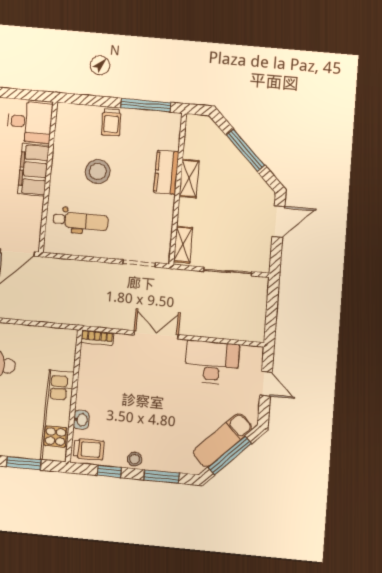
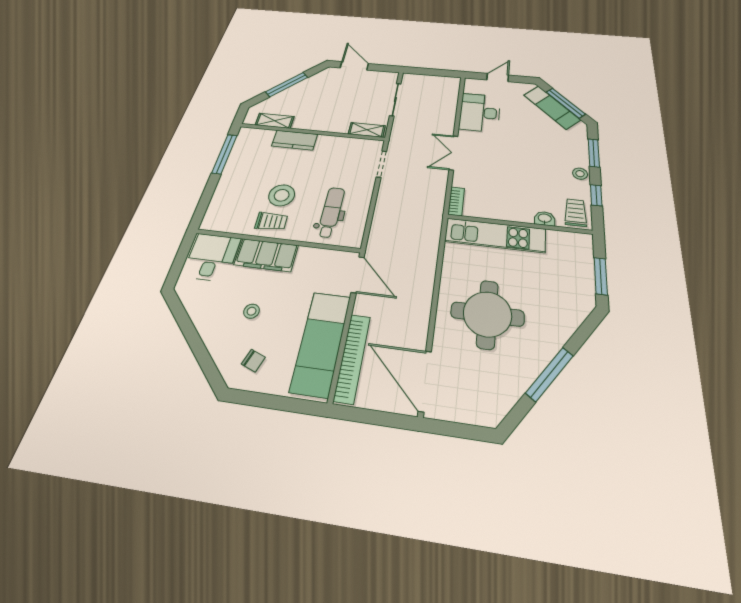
trolley: (111, 122) -> (271, 221), moved
shelving: (189, 178) -> (275, 121), moved
kitchen unit: (57, 416) -> (495, 235), moved

